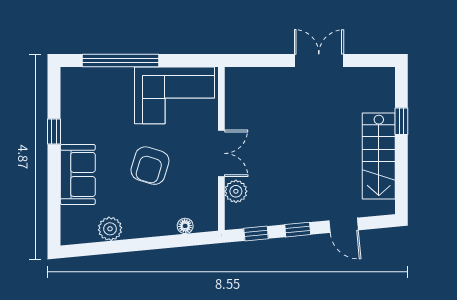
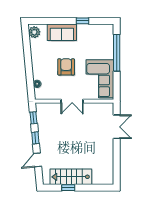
double door: (319, 61) -> (117, 127), moved
window: (401, 121) -> (68, 188), moved
armchair: (150, 166) -> (66, 67), turned 73
plant: (236, 191) -> (54, 108), removed
plant: (110, 229) -> (34, 32), moved

